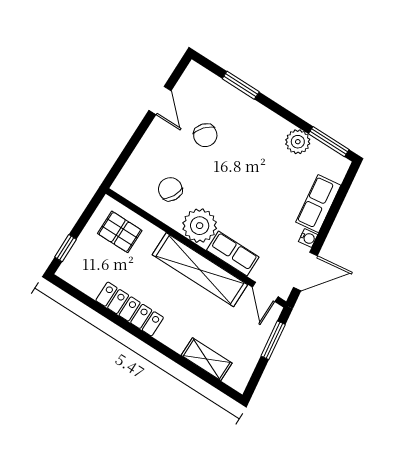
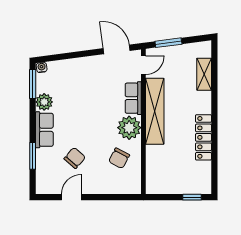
row of seats: (318, 204) -> (44, 130), moved, turned -83
pallet: (120, 232) -> (163, 172), removed
water cooler: (308, 238) -> (42, 67), moved

